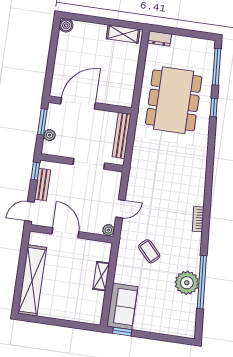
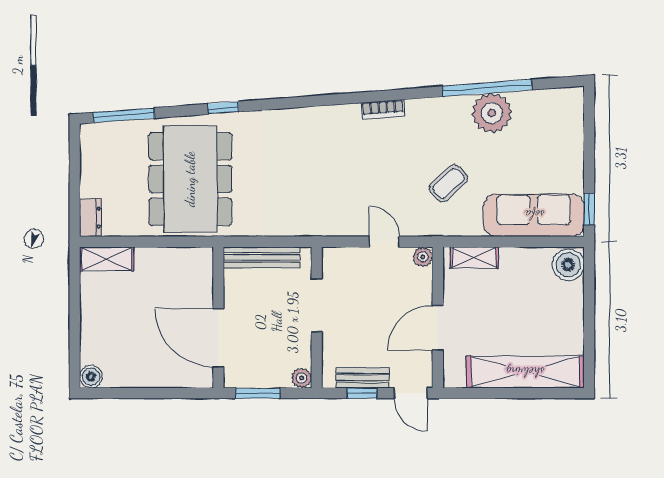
shelving: (123, 34) -> (107, 259), moved, turned 90
dining table: (174, 100) -> (190, 179), turned 90
window: (214, 108) -> (223, 108), moved
plant: (50, 135) -> (302, 378), moved
window: (35, 171) -> (362, 393), moved
shelving: (101, 276) -> (474, 258), moved
sofa: (122, 306) -> (534, 215), width x1.36
boiler: (91, 315) -> (568, 265), added

